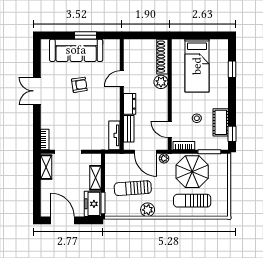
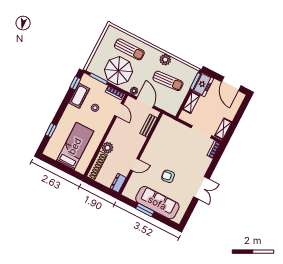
dresser: (130, 104) -> (118, 183), moved
tv unit: (114, 135) -> (162, 126), removed

